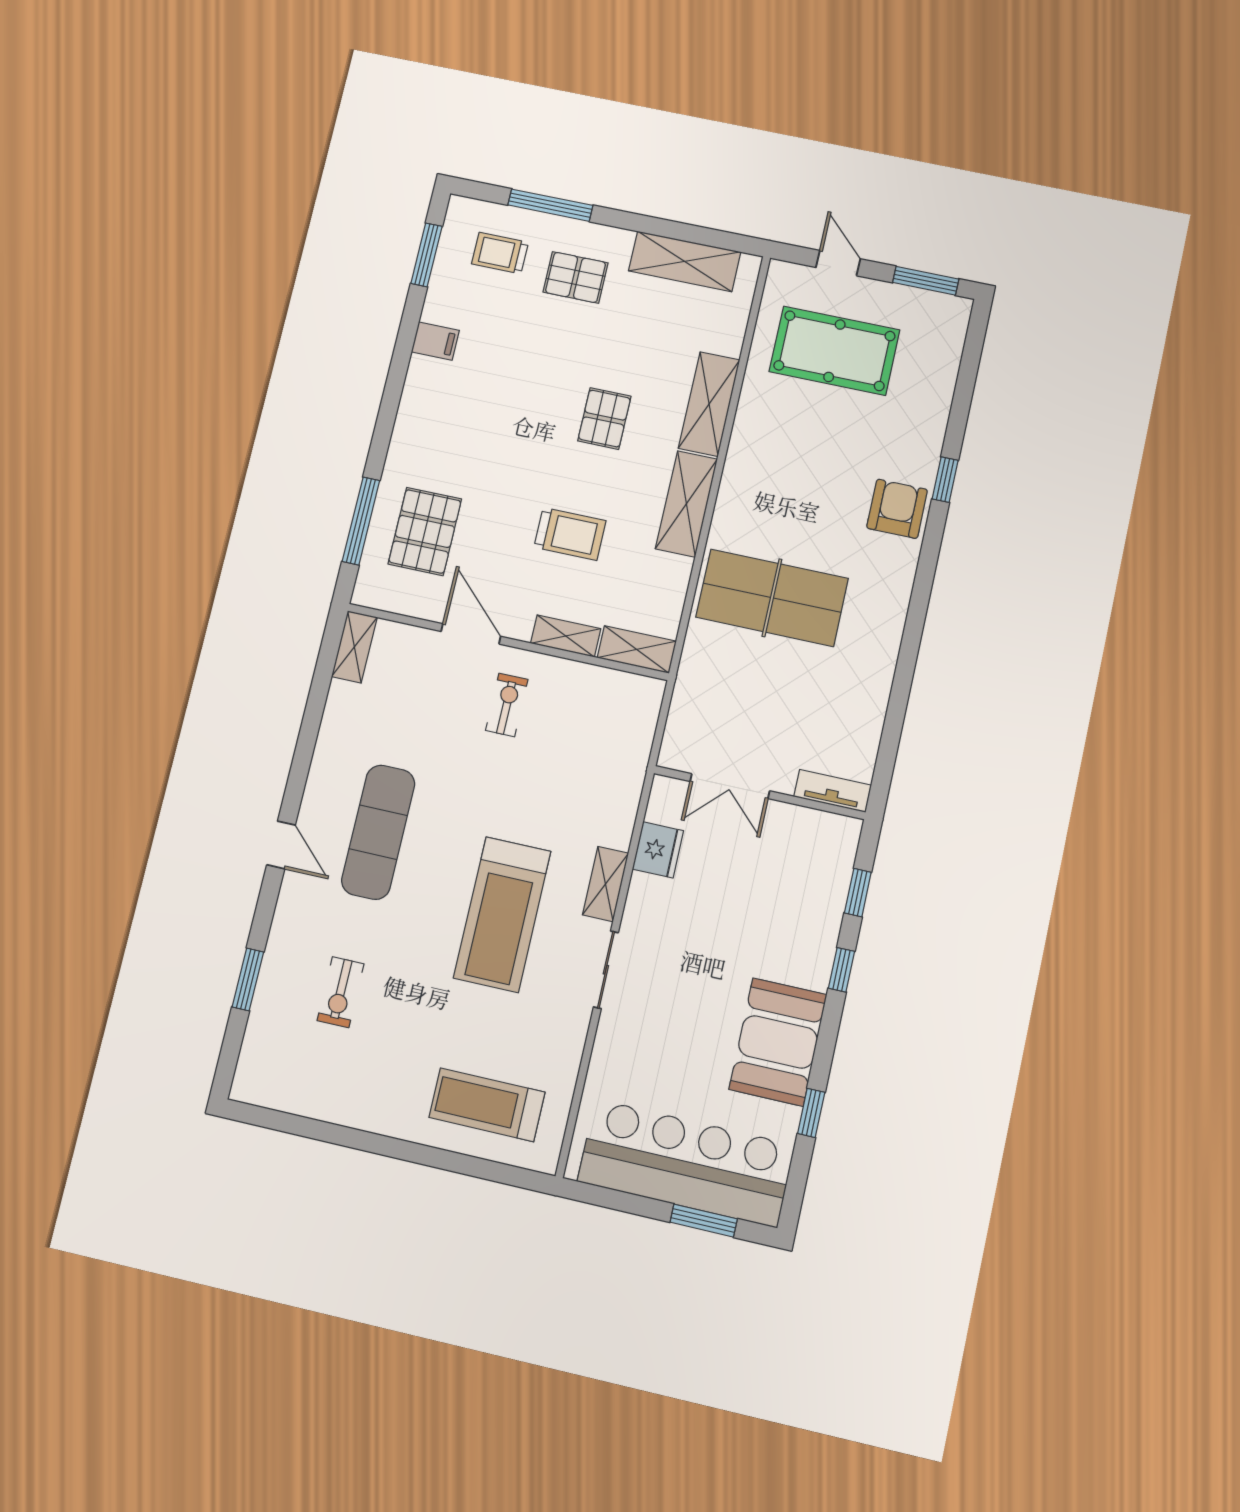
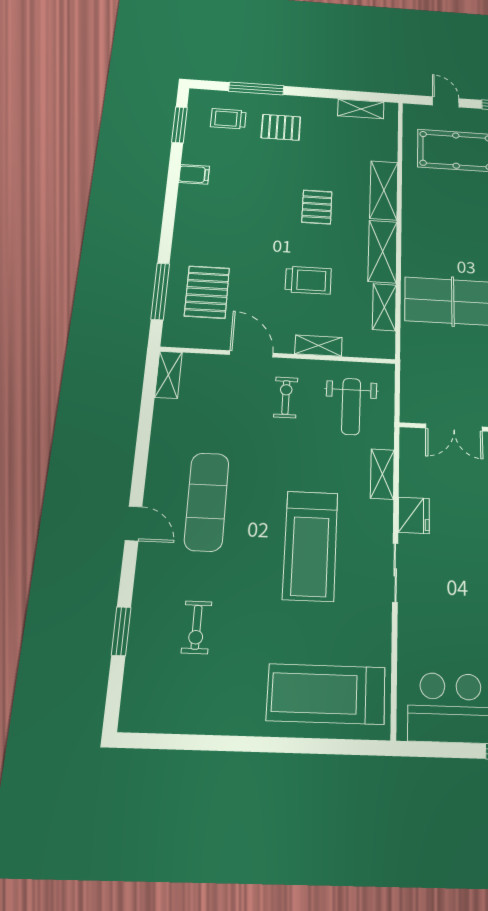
shelving: (685, 261) -> (361, 109), width x0.67, depth x0.75
shelving: (637, 649) -> (384, 307), moved, turned 90
weight bench: (594, 732) -> (351, 406), added
fridge: (658, 850) -> (414, 515), moved
shelving: (605, 884) -> (382, 474), moved
treadmill: (487, 1105) -> (326, 694), width x1.37, depth x1.37

